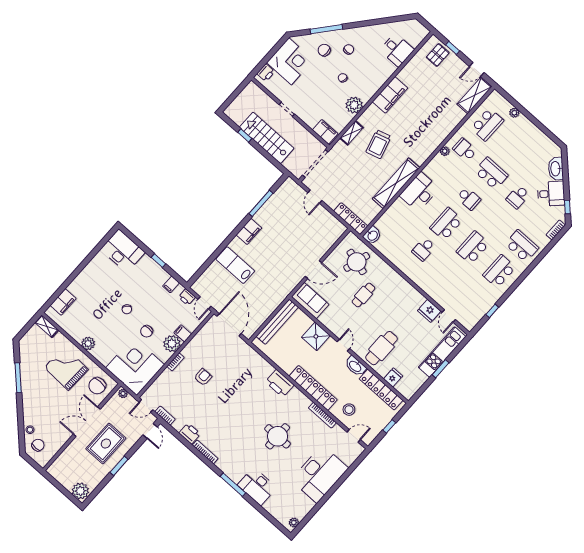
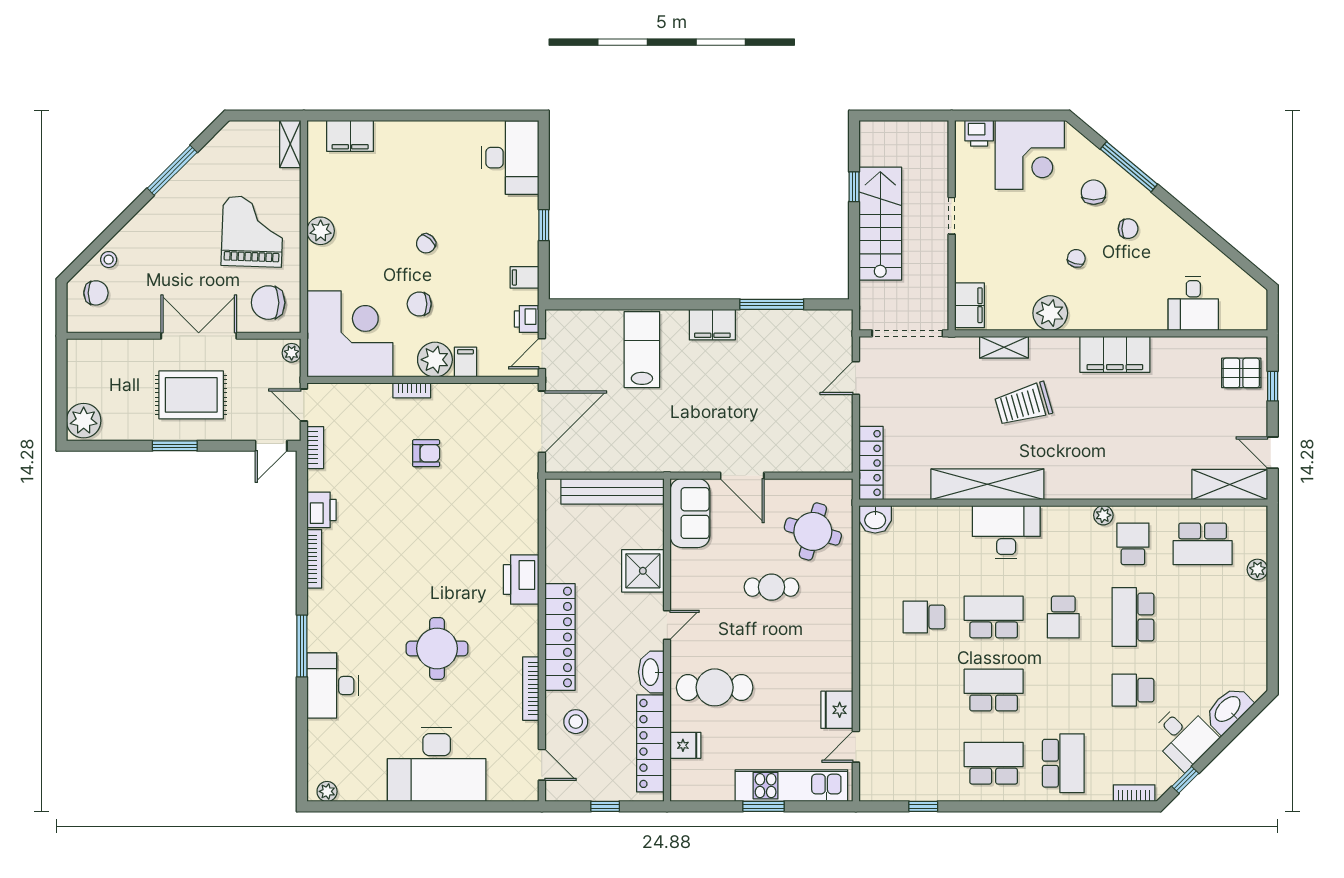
school desk: (491, 173) -> (1133, 617), turned 180

